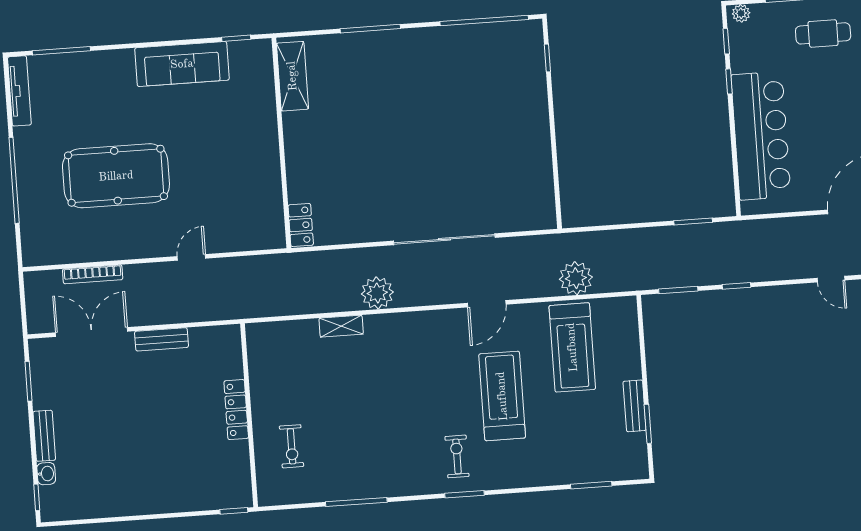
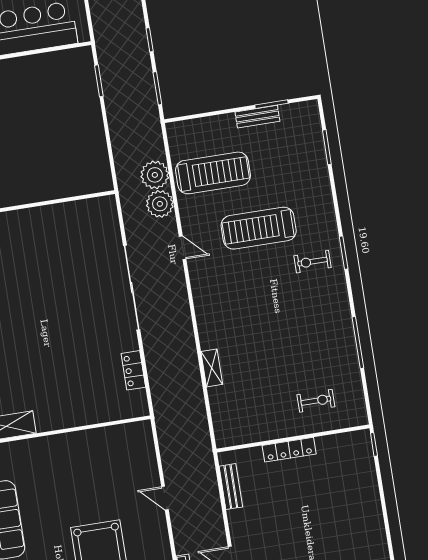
locker: (301, 225) -> (133, 370), moved, turned -90
plant: (377, 293) -> (160, 204), moved
door: (487, 304) -> (183, 248), width x0.73
bench: (162, 339) -> (231, 487), moved

